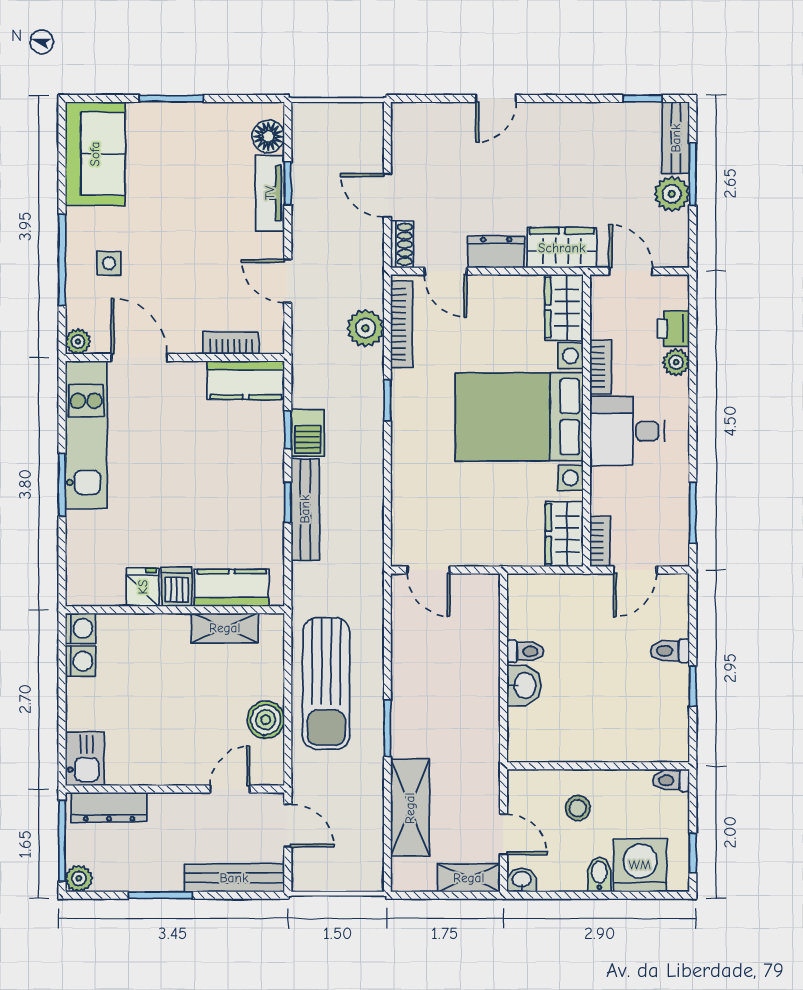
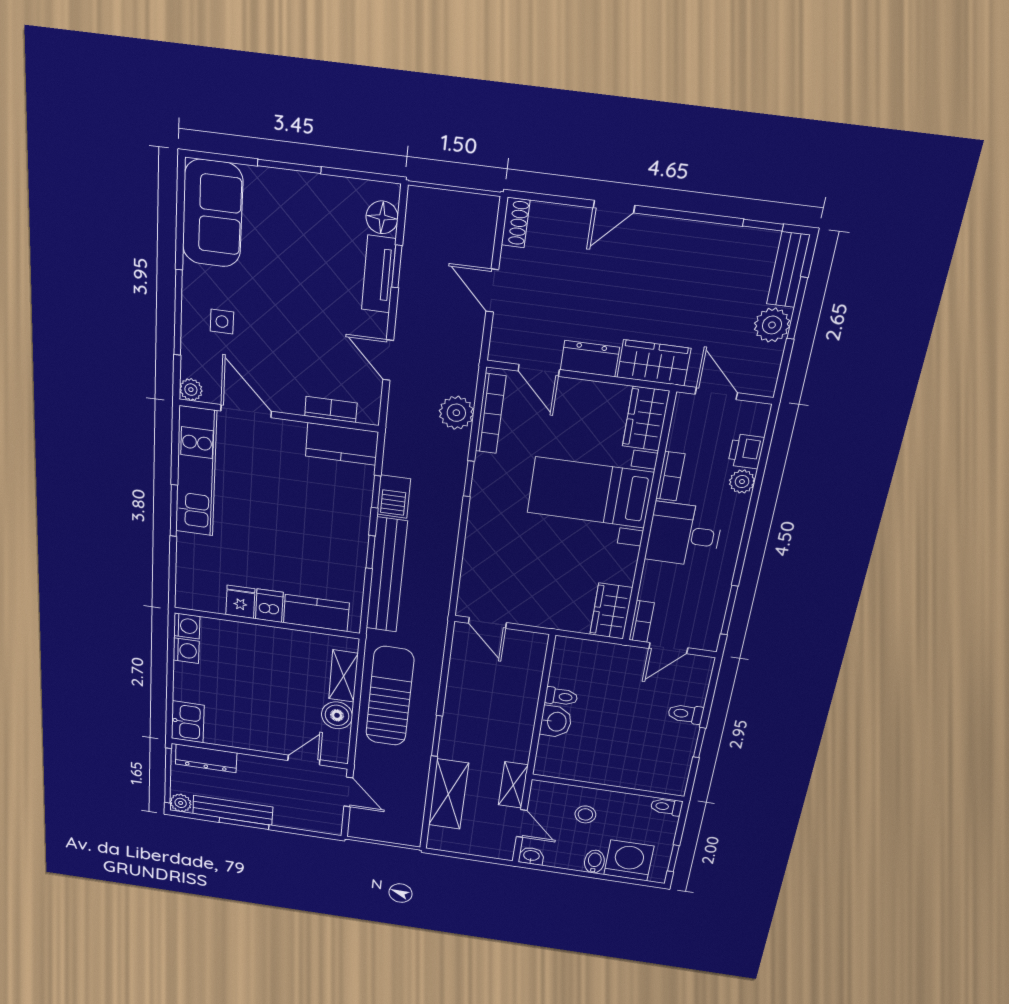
shoe rack: (402, 244) -> (516, 223), moved
bed with nightstands: (519, 417) -> (590, 492), width x0.73
bench: (305, 509) -> (387, 575), width x1.37, depth x1.21
shelving: (225, 628) -> (343, 676), moved, turned 90
sun lounger: (326, 684) -> (390, 696), turned 180
bench: (234, 878) -> (233, 810), moved
shelving: (469, 878) -> (513, 785), moved, turned 90

